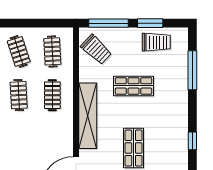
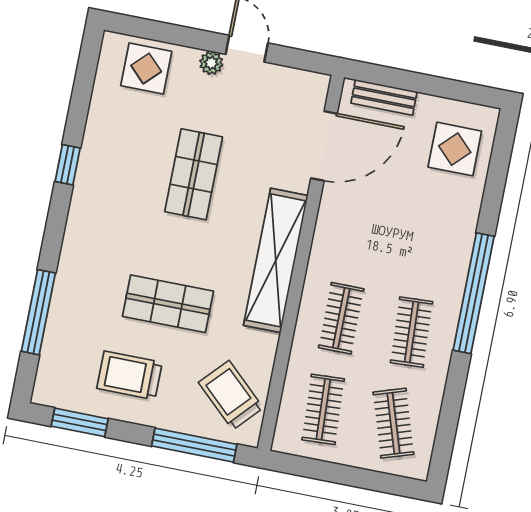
window: (150, 23) -> (80, 422), moved
trolley: (156, 42) -> (129, 375), moved

